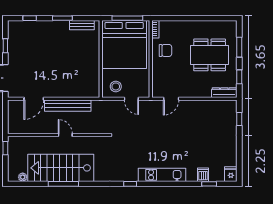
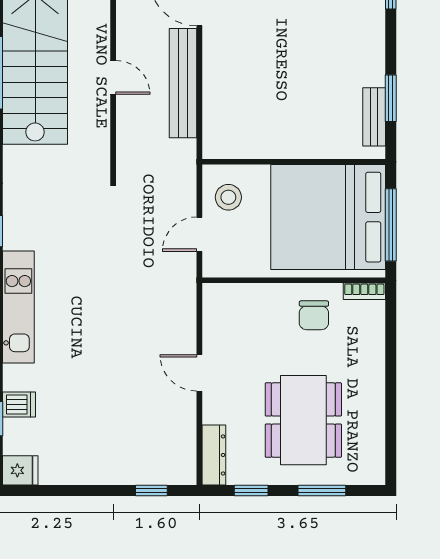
window: (62, 18) -> (391, 98), moved
door: (171, 99) -> (199, 373), moved
door: (65, 135) -> (113, 77), hinge flipped

